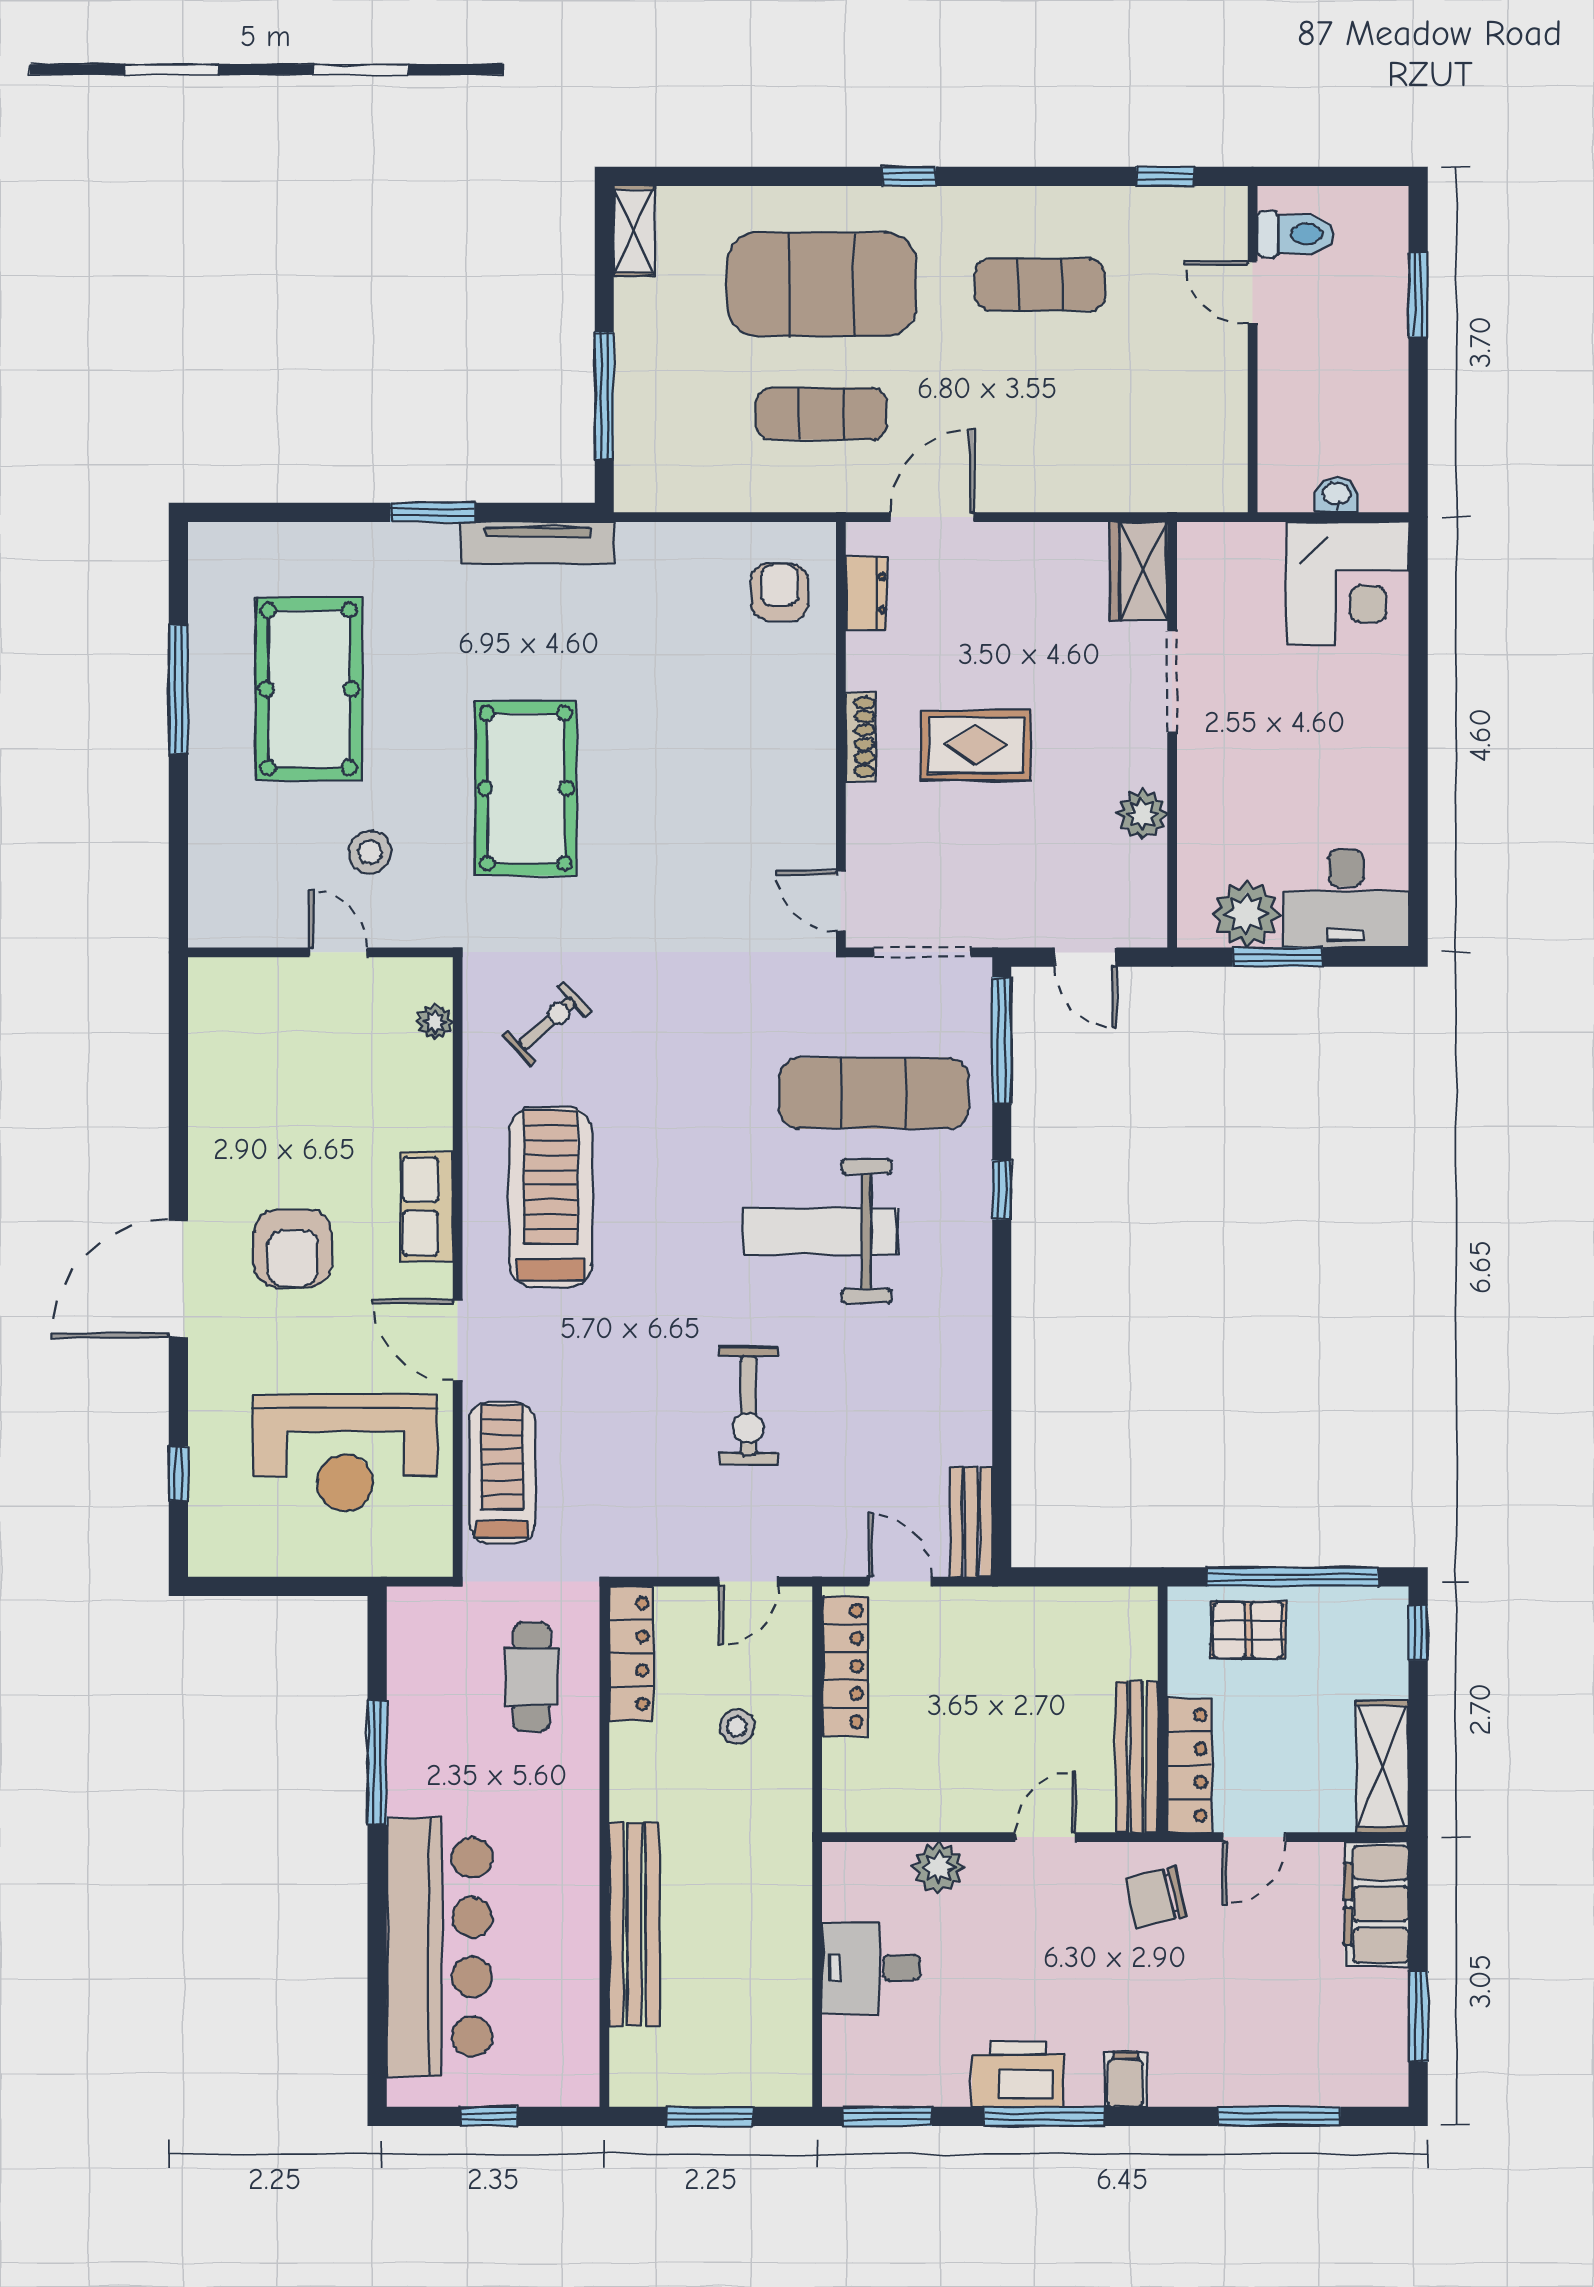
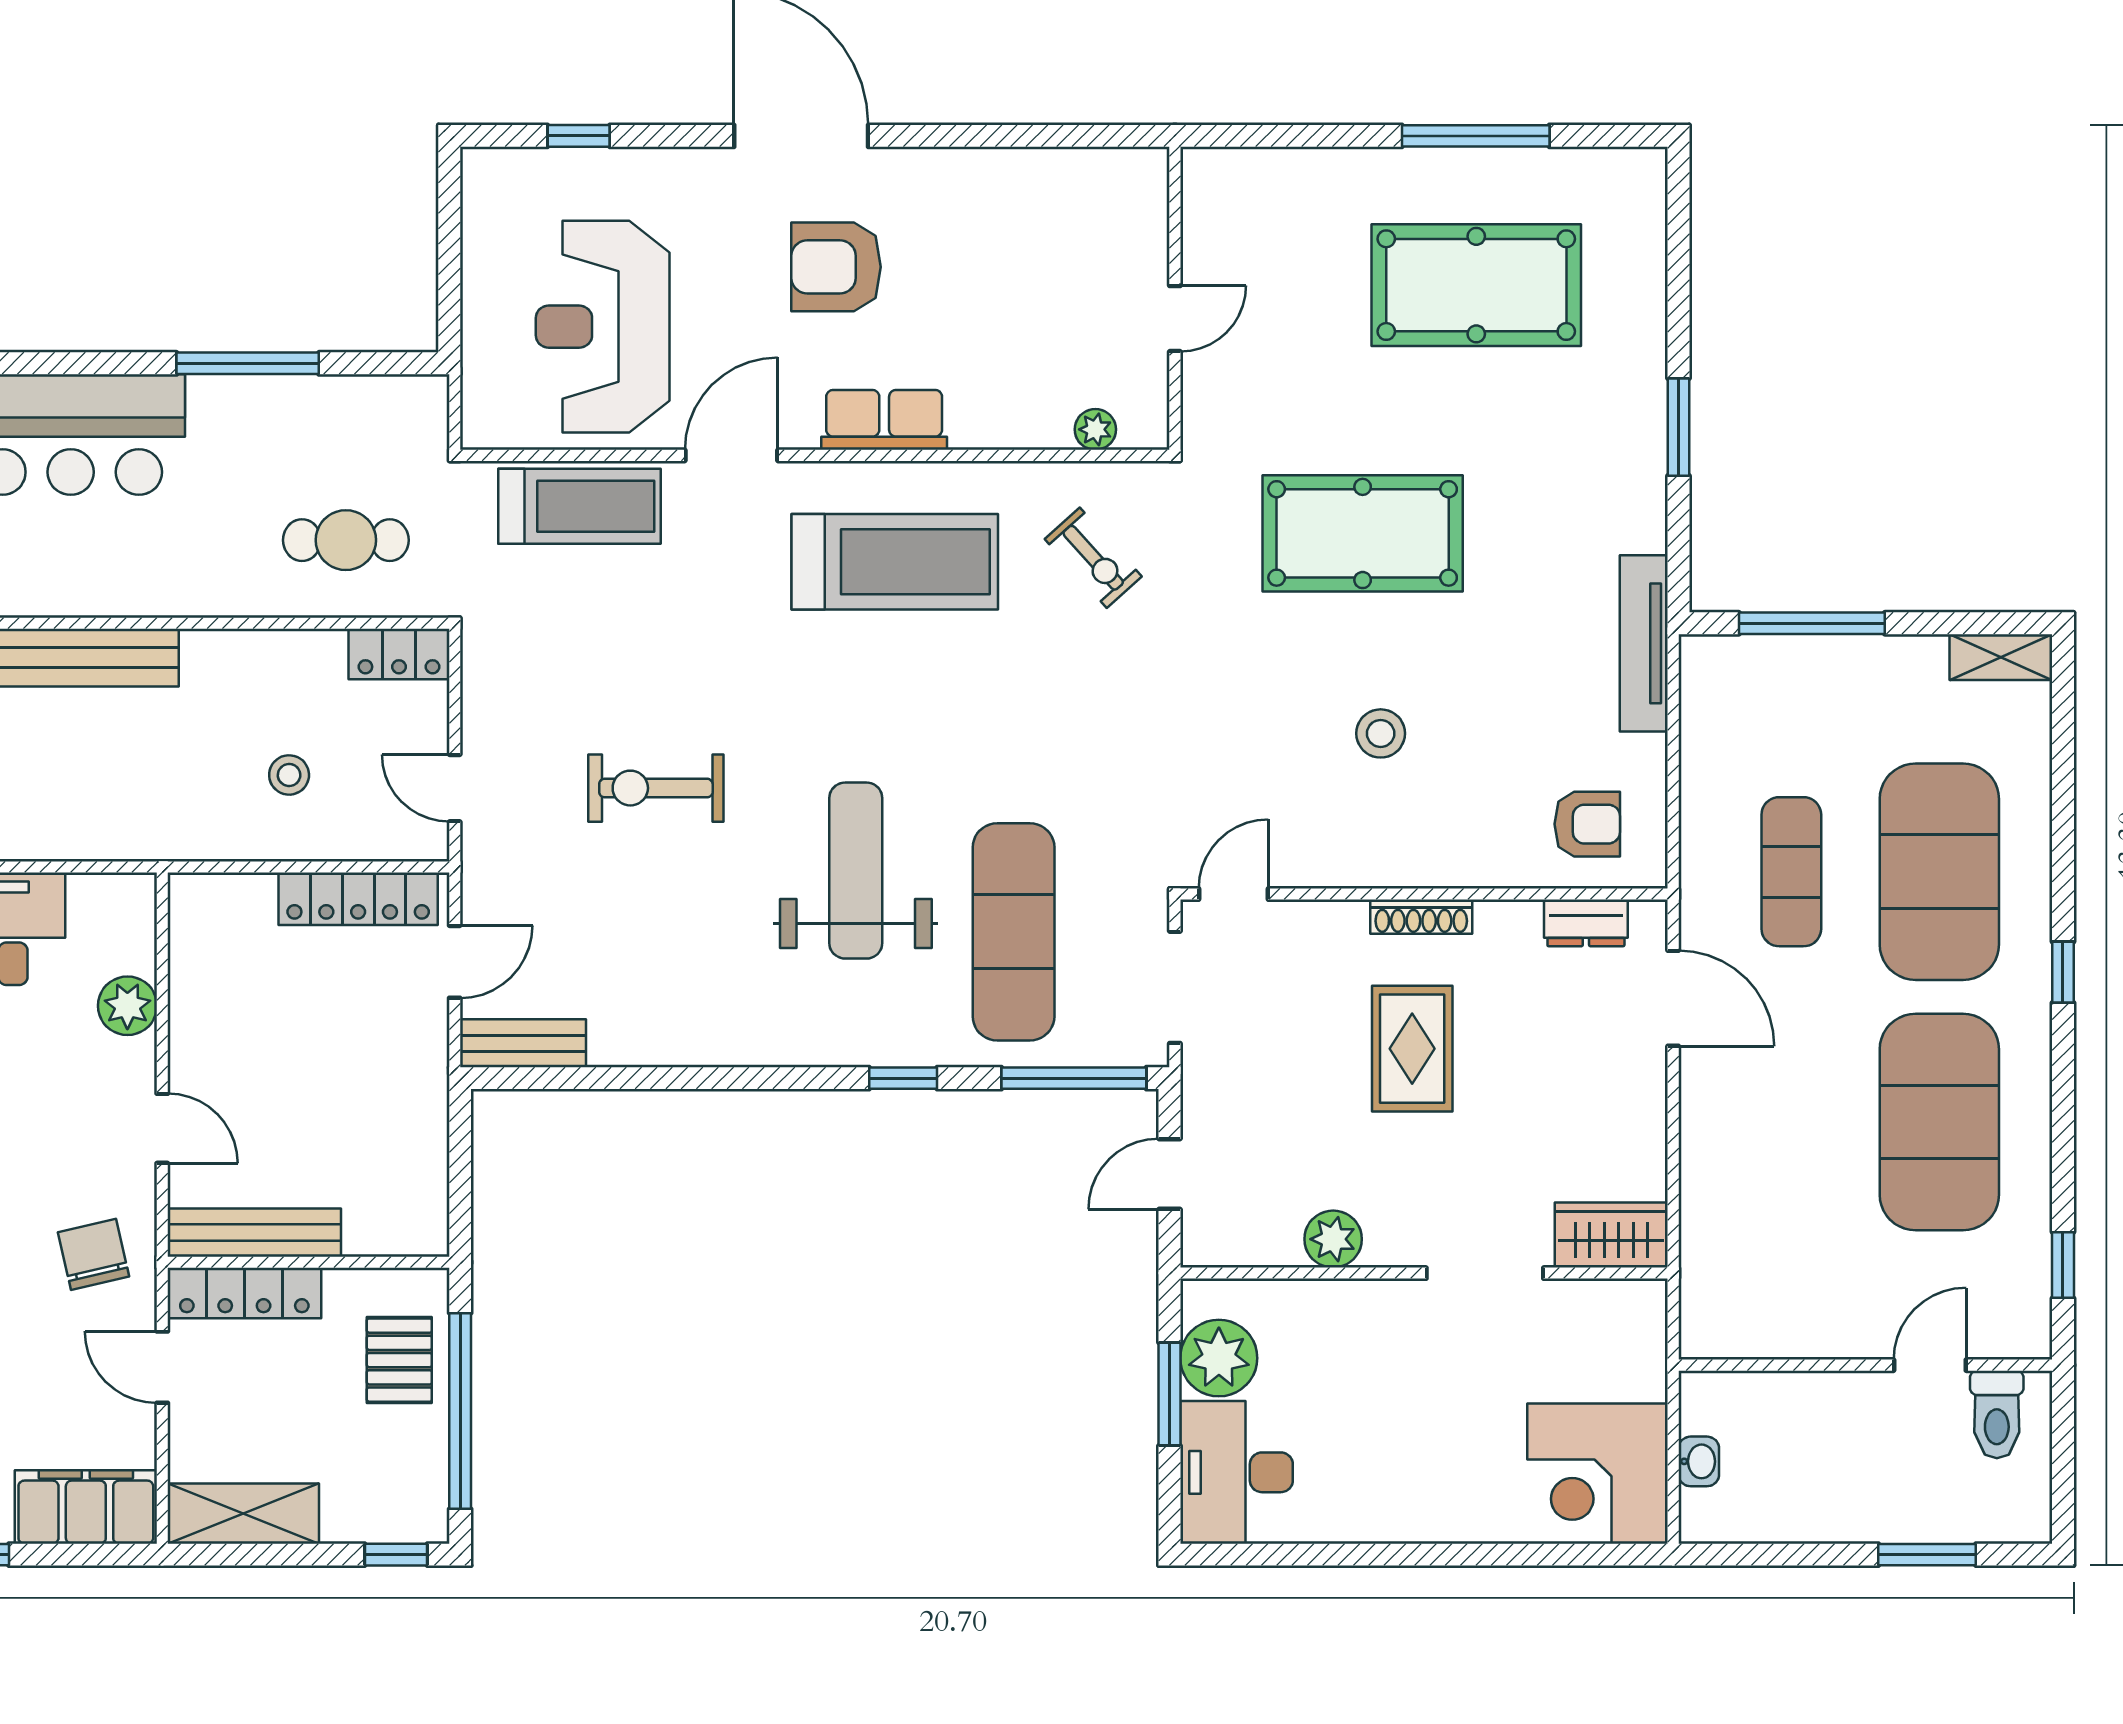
exercise mat: (1040, 284) -> (1939, 1122), width x2.00, depth x1.45
tv unit: (538, 543) -> (1644, 643), moved
stool: (370, 852) -> (1381, 733), moved
locker: (631, 1653) -> (399, 654), width x0.66

